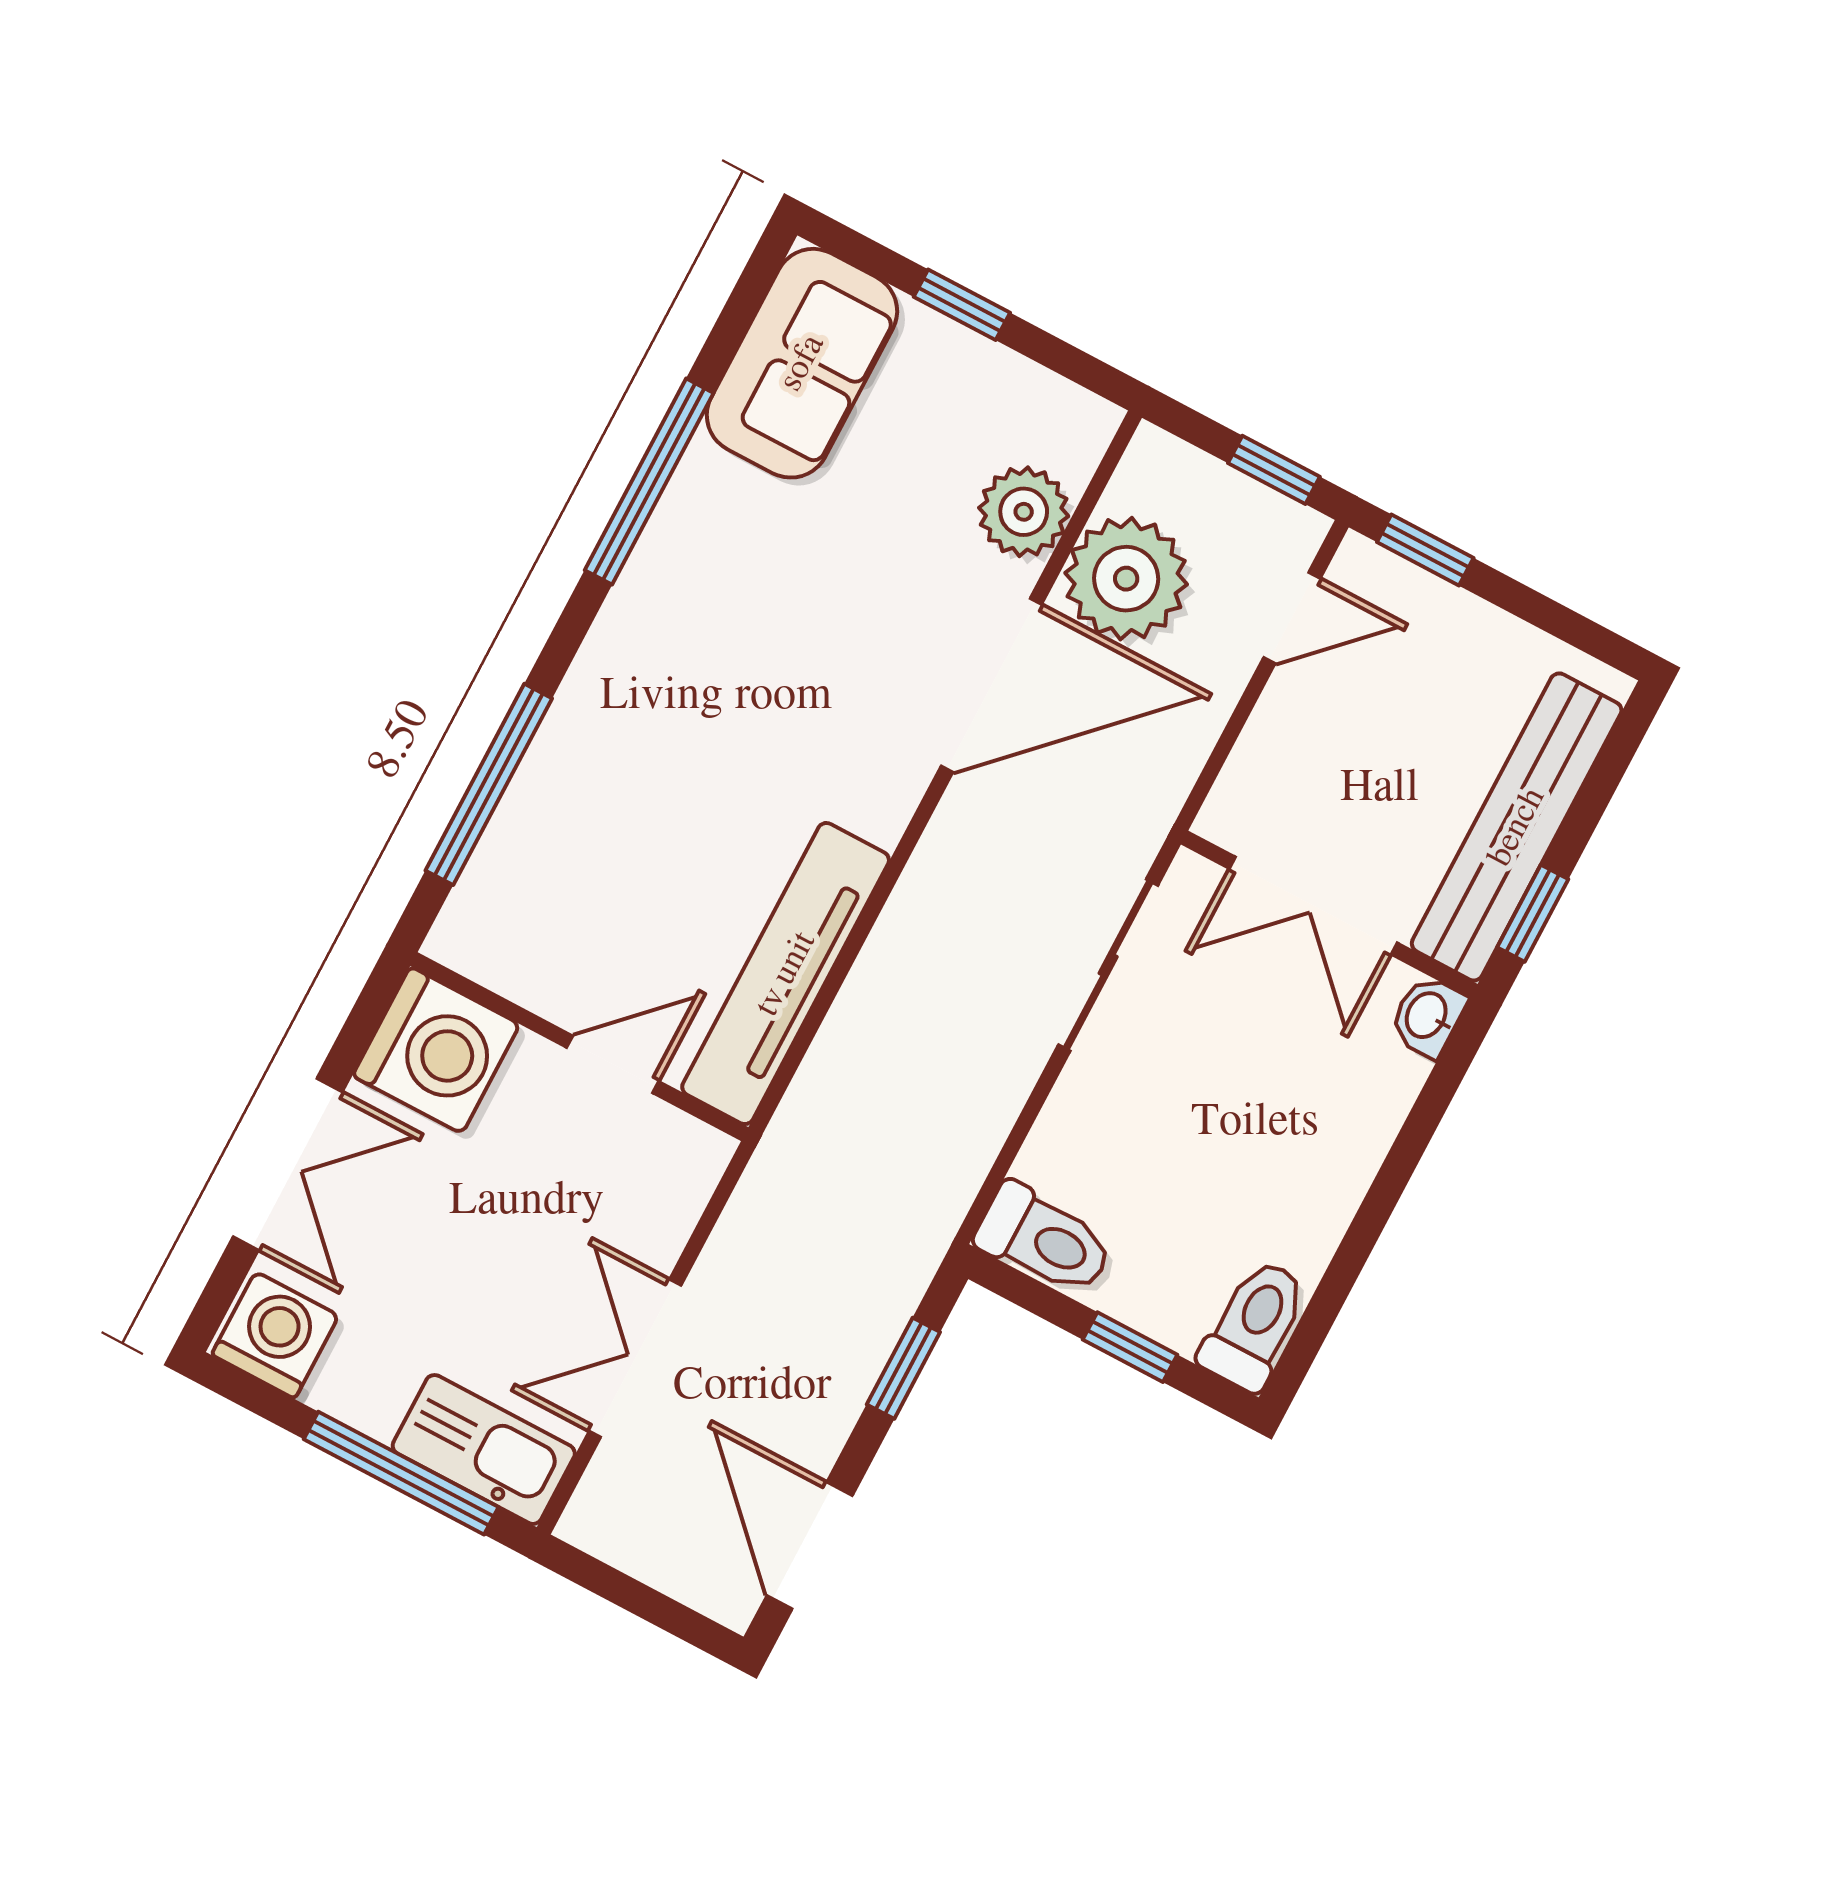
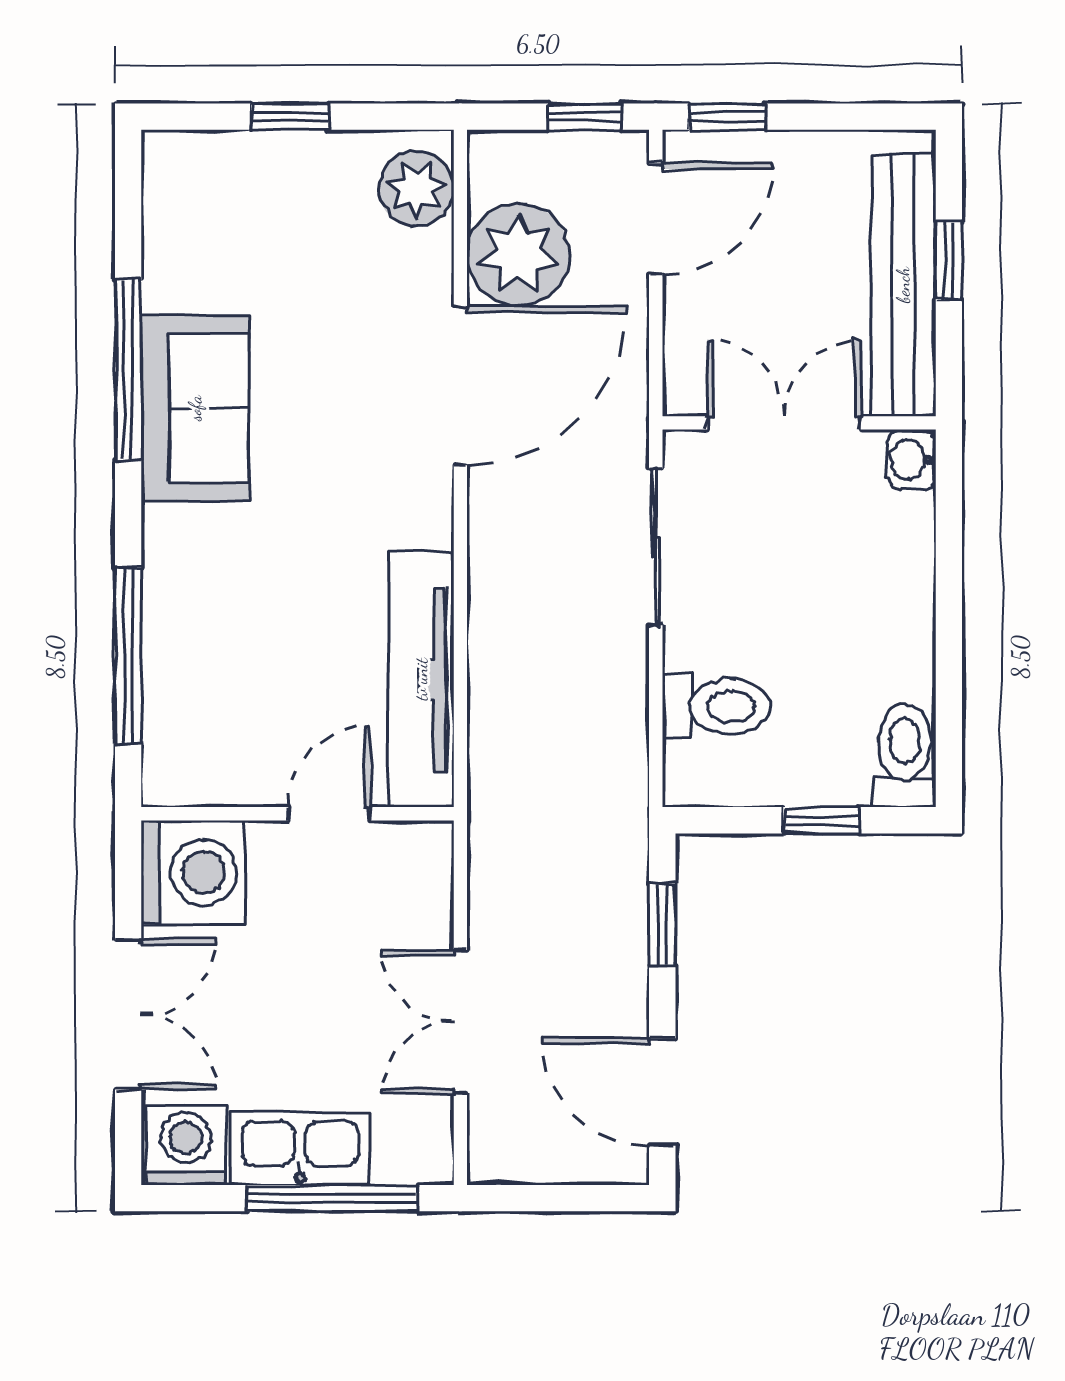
sofa: (802, 363) -> (195, 408), moved
plant: (1024, 512) -> (416, 189), moved
door: (1292, 618) -> (656, 219), width x1.38
double door: (1313, 906) -> (784, 423), swing flipped
window: (1533, 913) -> (949, 261), moved
toilet: (1044, 1240) -> (716, 706), moved
kitchen sink: (484, 1449) -> (300, 1148), moved

